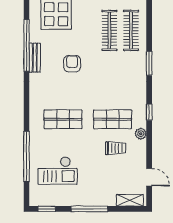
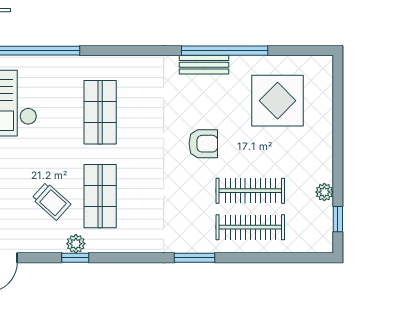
armchair: (72, 64) -> (203, 144), moved
window: (149, 112) -> (75, 258), moved
trolley: (116, 148) -> (51, 201), turned -48

